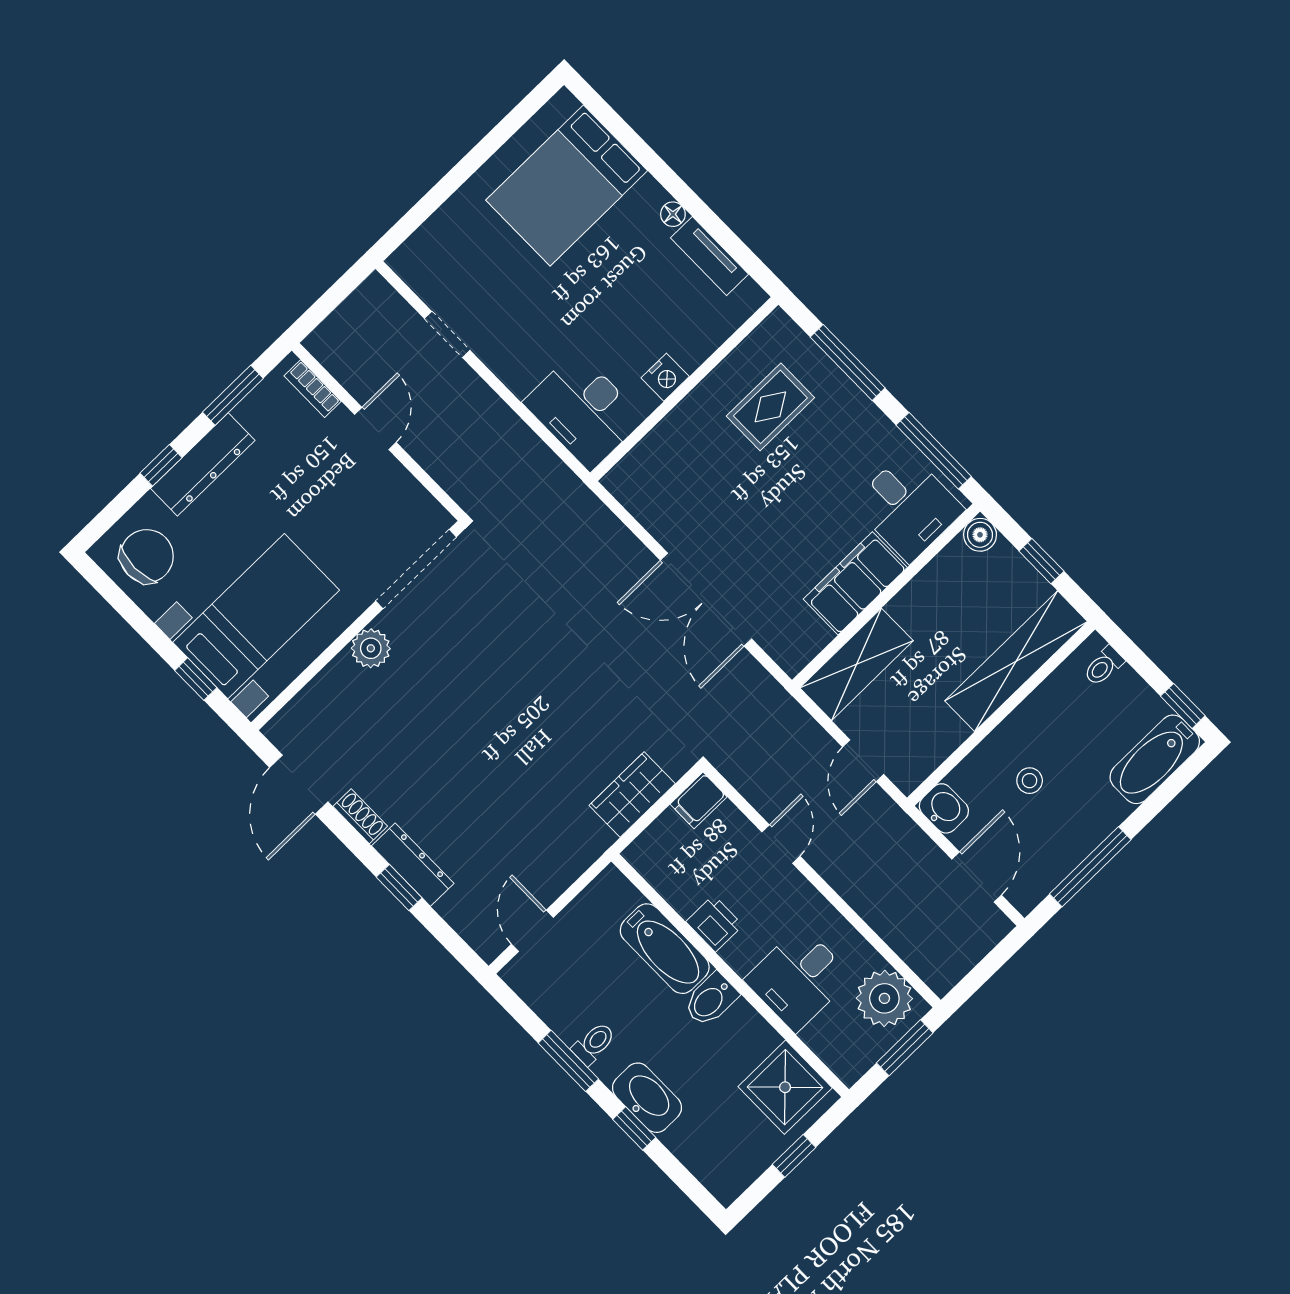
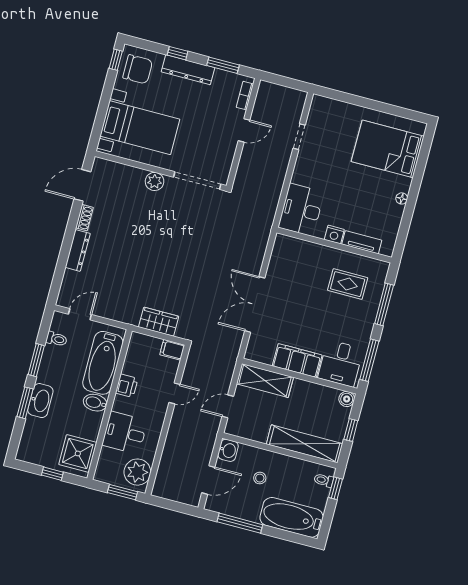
tv unit: (709, 256) -> (362, 242), moved, turned 90
window: (196, 679) -> (116, 60), moved
window: (1183, 706) -> (335, 488), moved
bathtub: (1155, 759) -> (292, 517), width x1.36, depth x1.36
window: (399, 887) -> (65, 250), removed
bathtub: (665, 949) -> (103, 363), width x1.36, depth x1.36
toilet: (594, 1043) -> (57, 339), moved
window: (634, 1128) -> (25, 403), width x1.50

